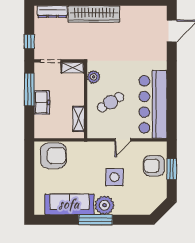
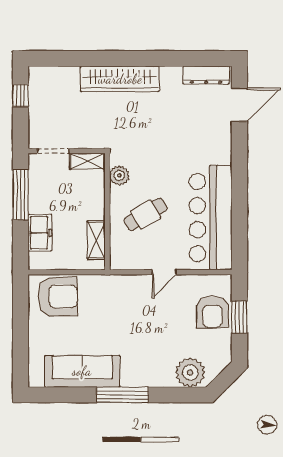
dresser: (52, 12) -> (206, 75), moved
window: (29, 42) -> (21, 96), moved
freezer: (42, 102) -> (40, 233), moved
armchair: (154, 166) -> (212, 312), turned -91
side table: (114, 177) -> (152, 330), removed
plant: (104, 205) -> (190, 373), moved

